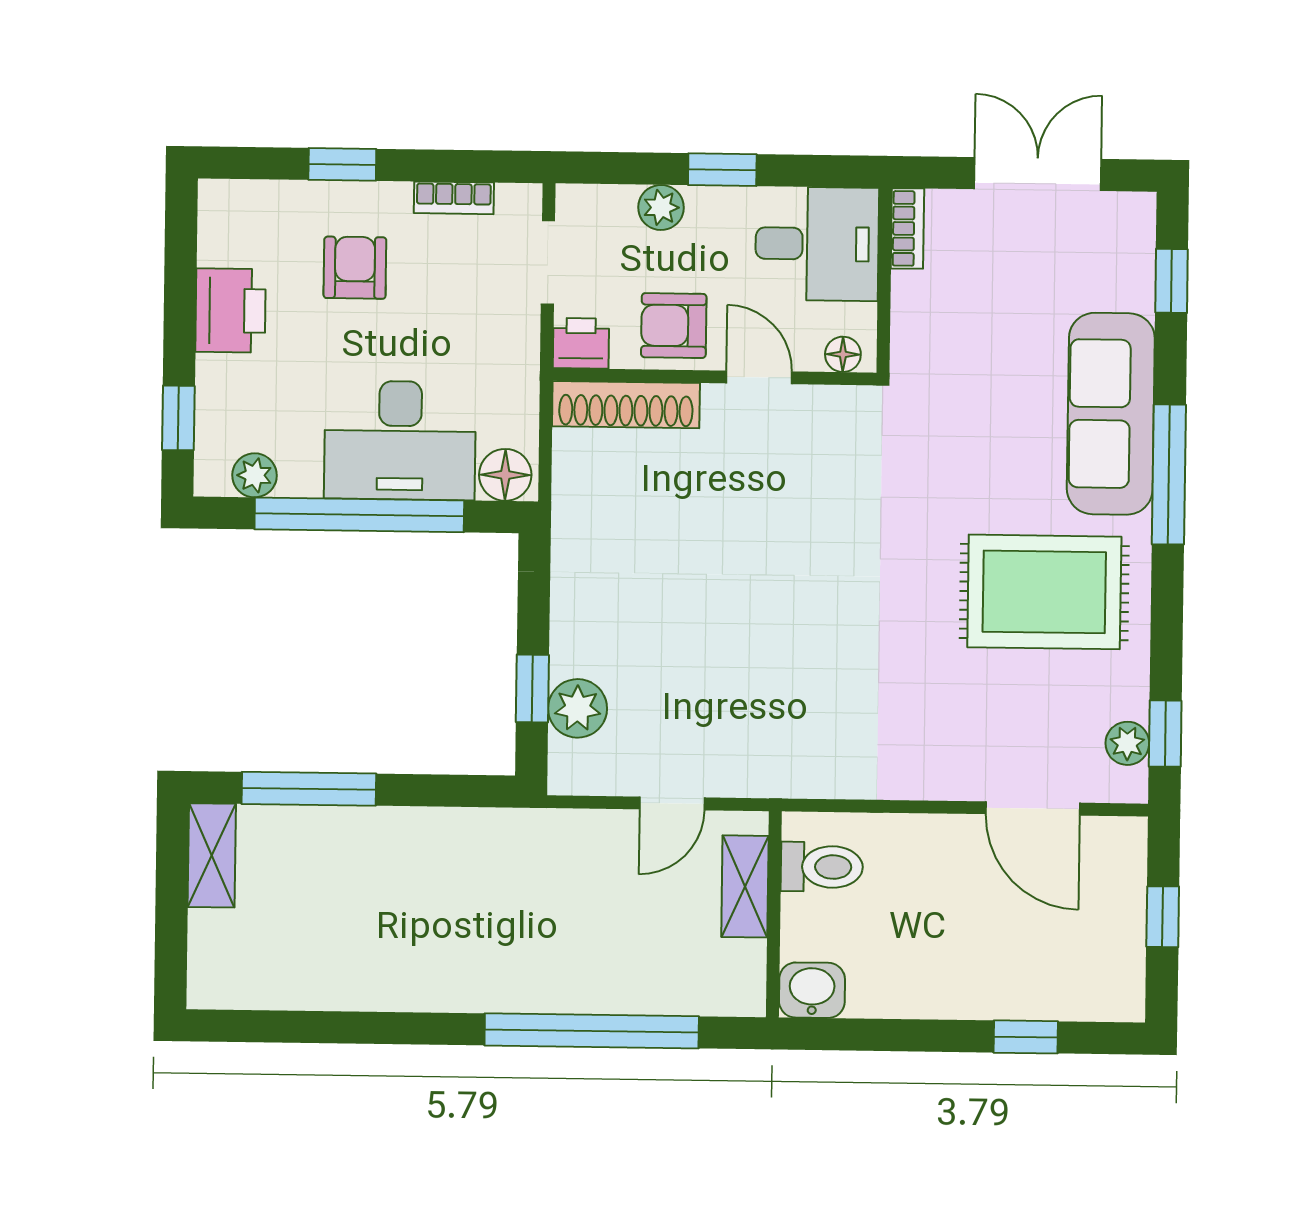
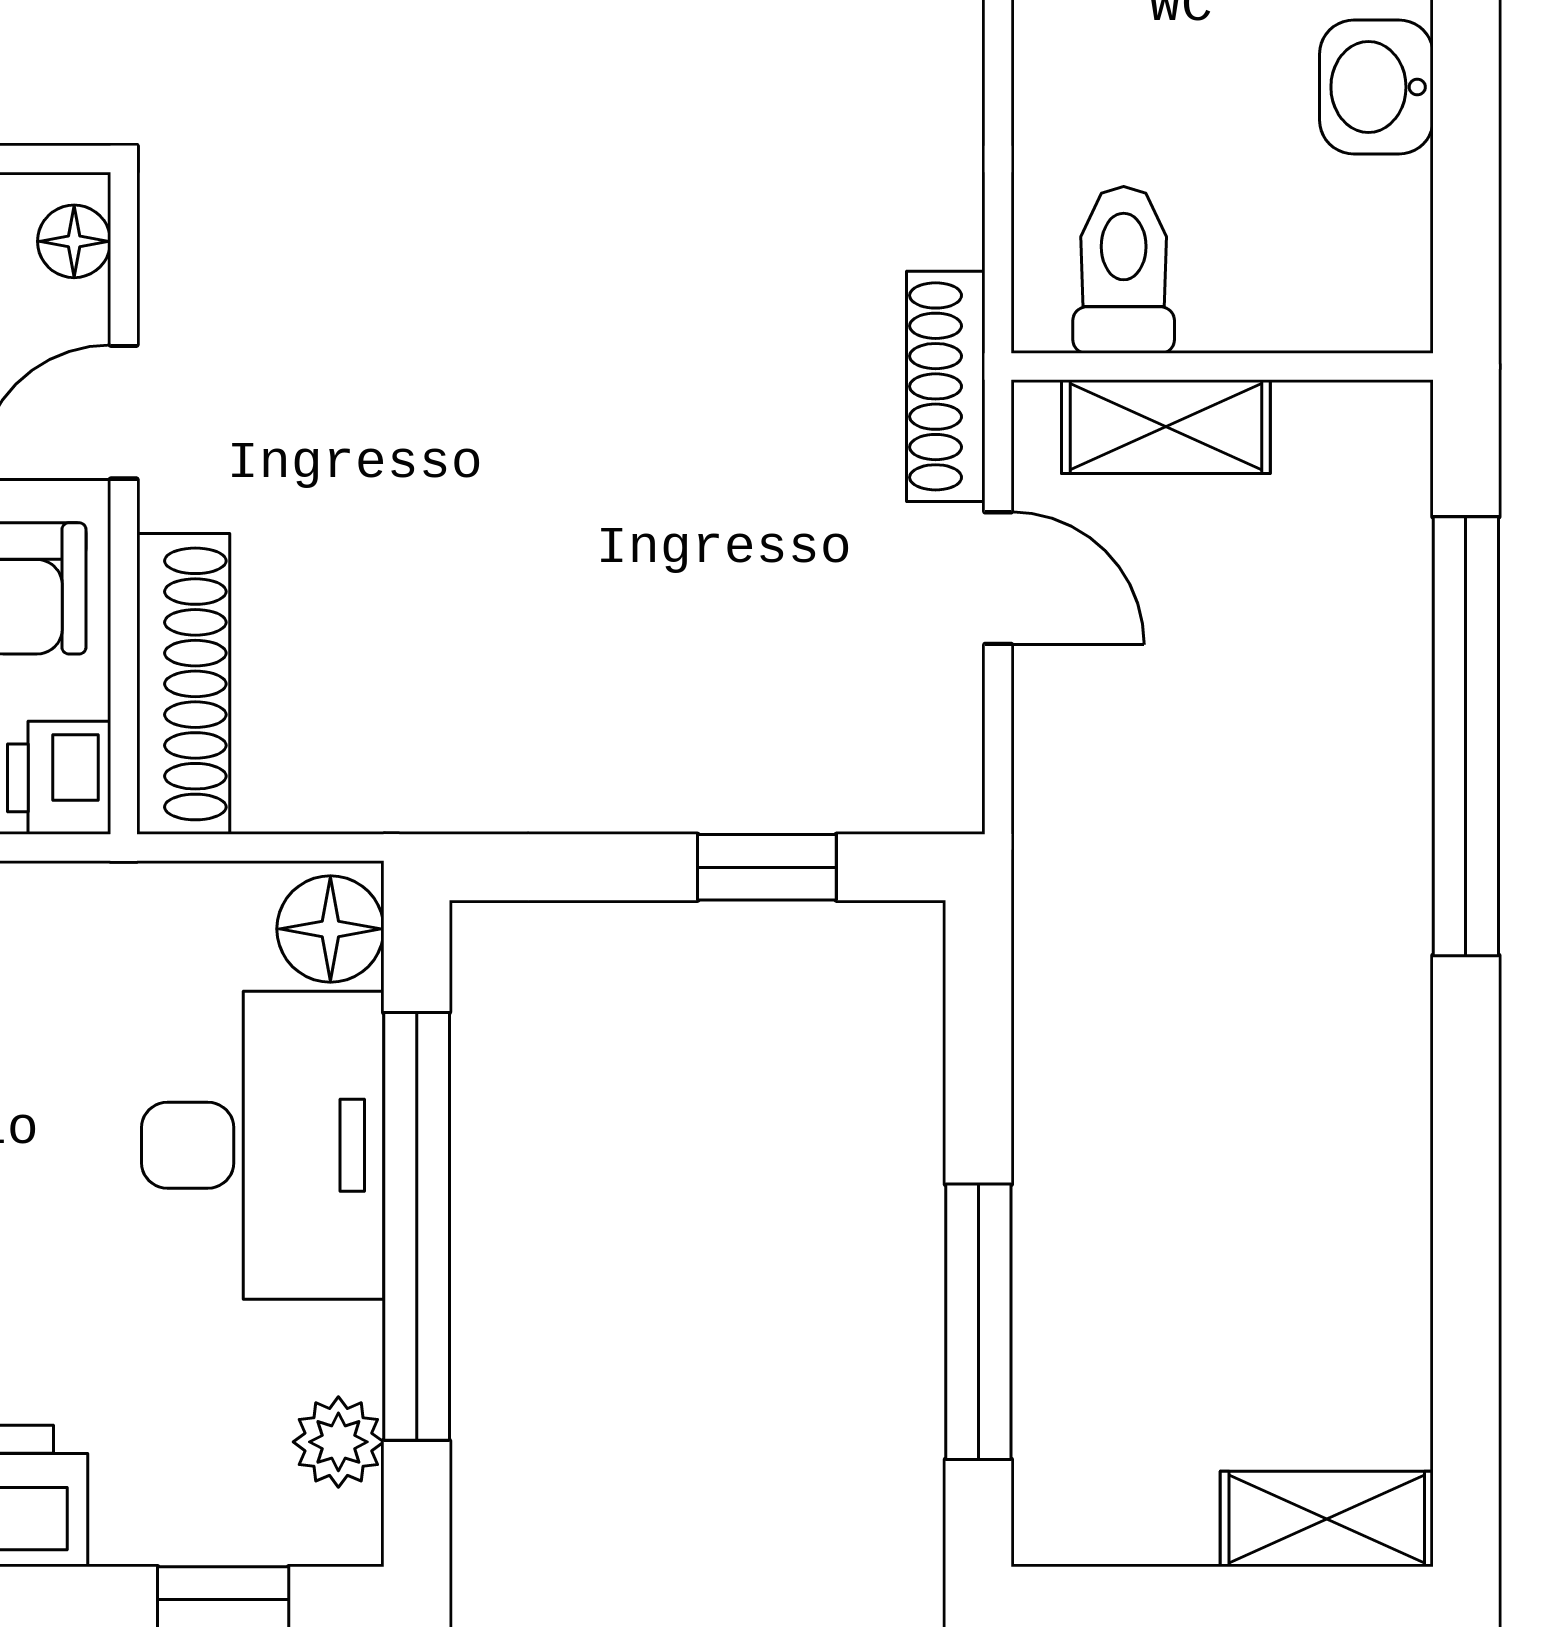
plant: (578, 708) -> (806, 774), removed
shoe rack: (766, 779) -> (946, 386), added
shelving: (212, 855) -> (1327, 1519), moved
washbasin: (812, 990) -> (1376, 87), moved

